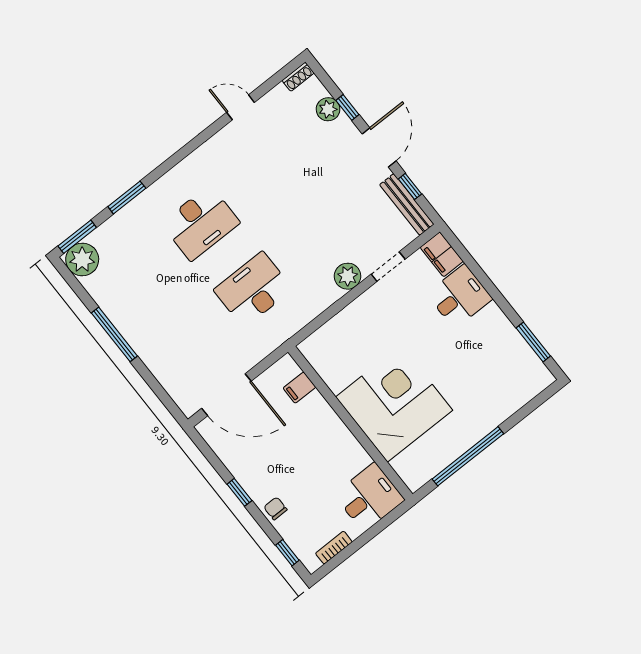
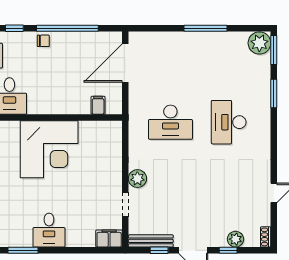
desk: (253, 290) -> (170, 122), turned 90
desk: (460, 296) -> (49, 230), moved
window: (239, 492) -> (67, 28), width x3.17

